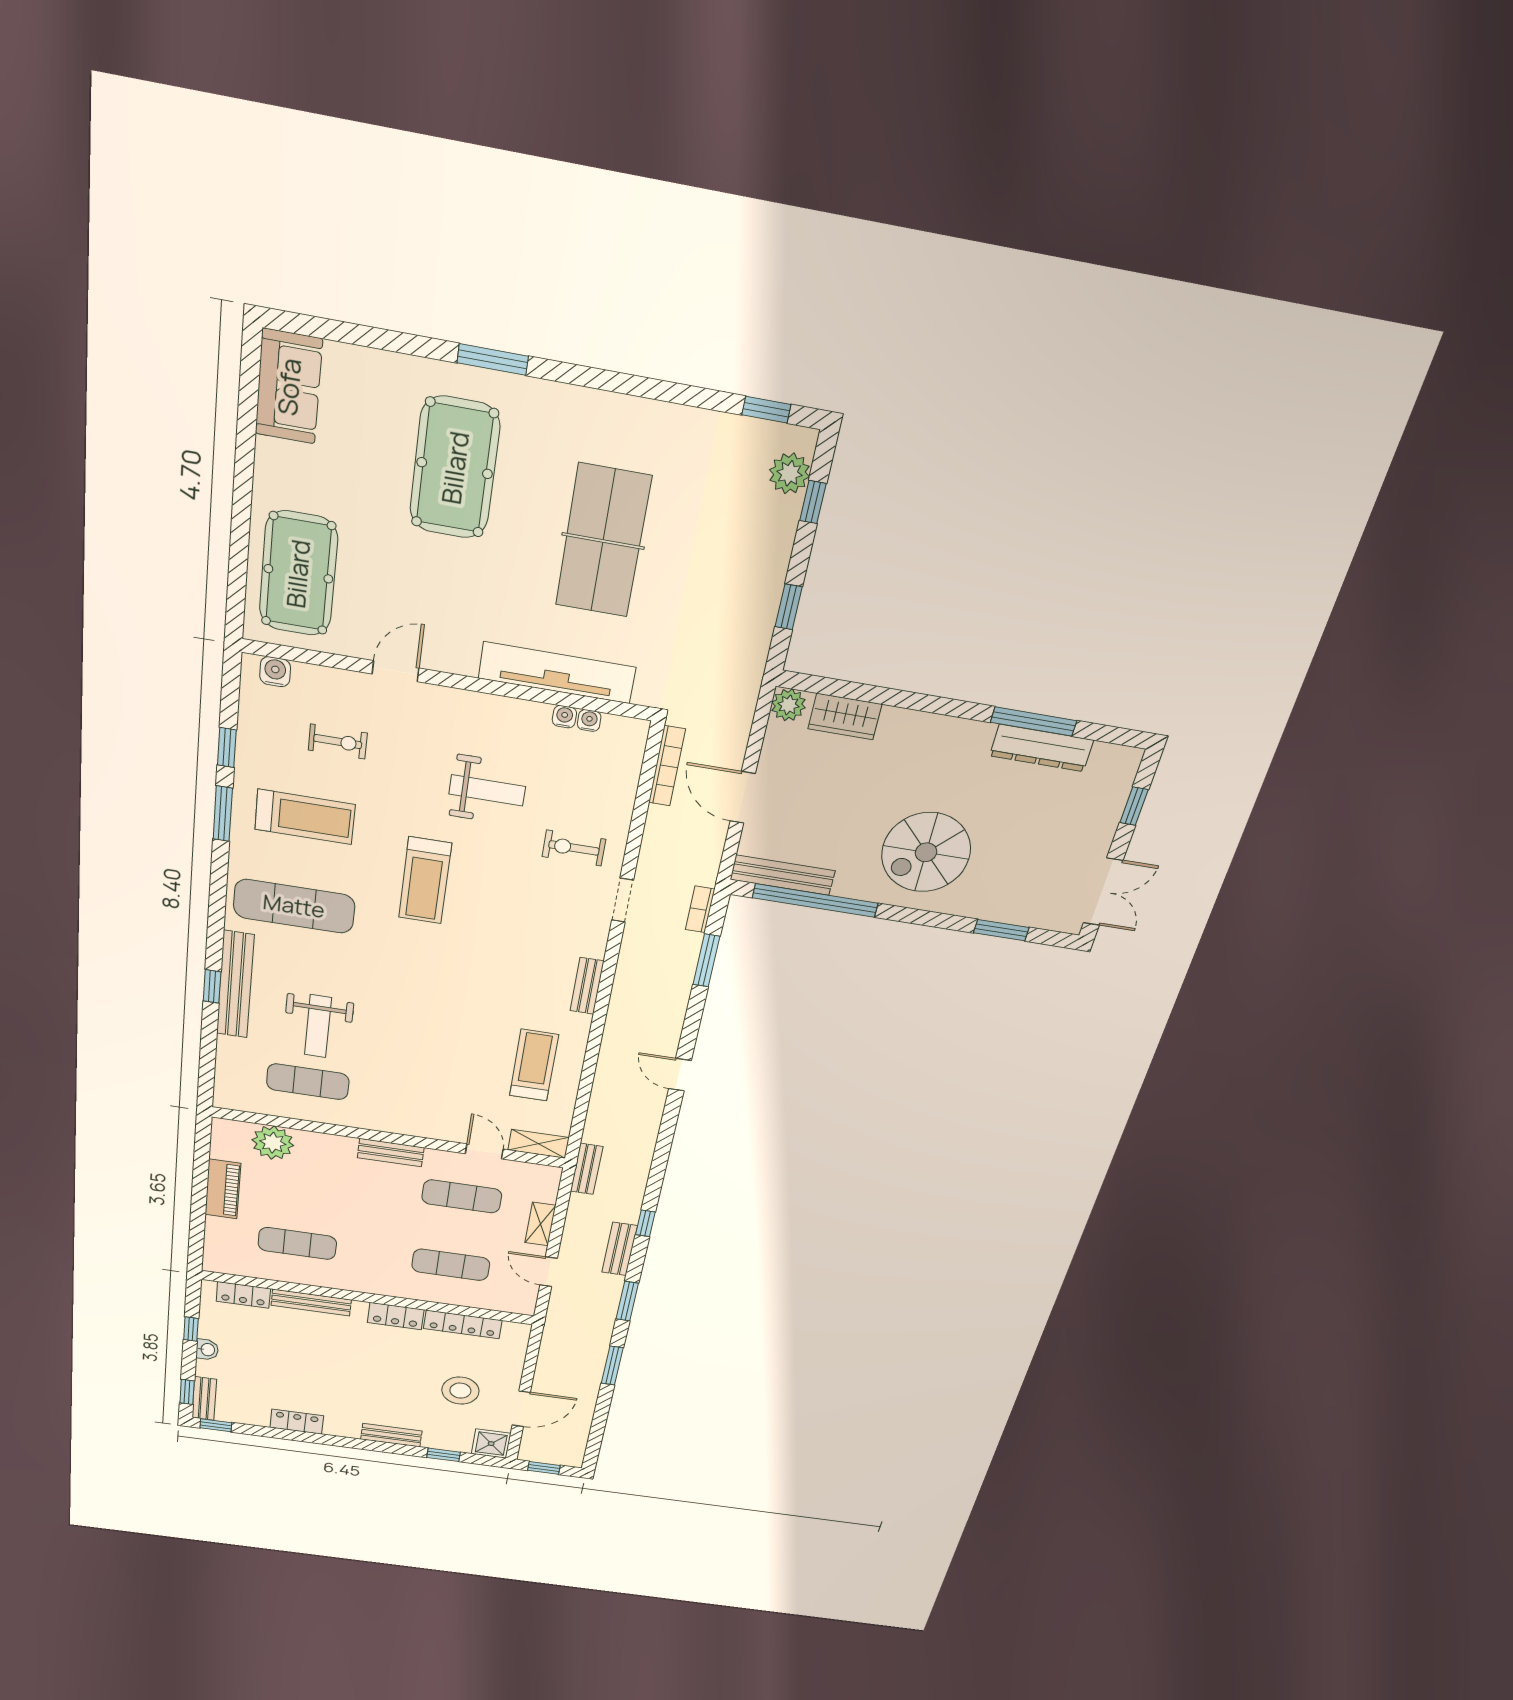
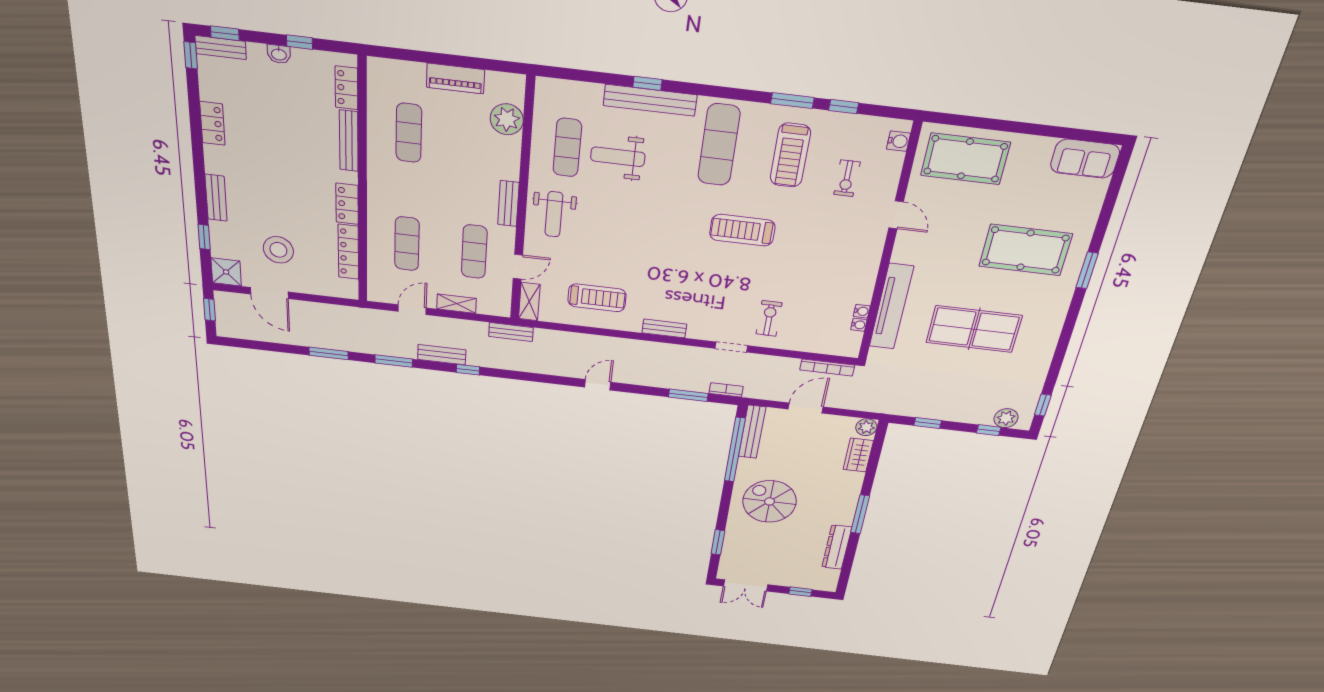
window: (1034, 721) -> (860, 514), moved
weight bench: (487, 790) -> (554, 214), moved

